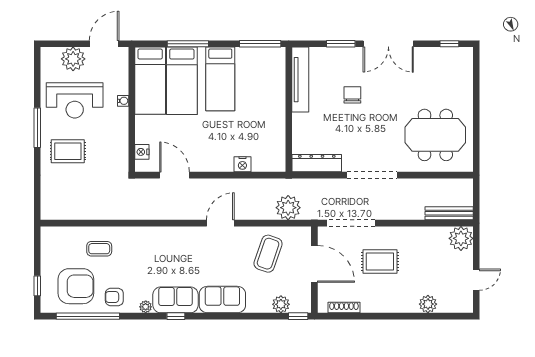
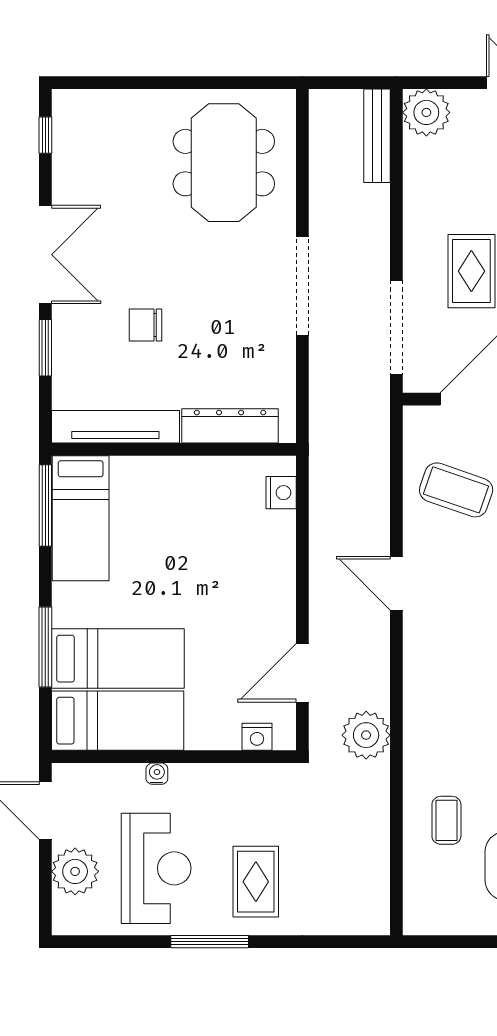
bed: (220, 79) -> (81, 518), moved, turned 90
dresser: (317, 163) -> (230, 426), moved, turned 90
nightstand: (242, 164) -> (281, 493), moved
plant: (288, 208) -> (366, 735), moved

